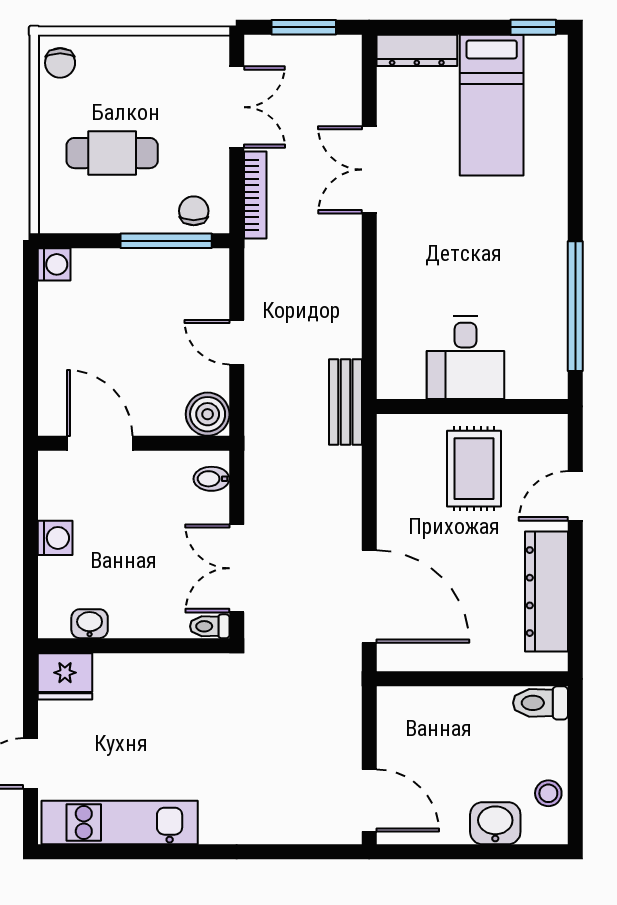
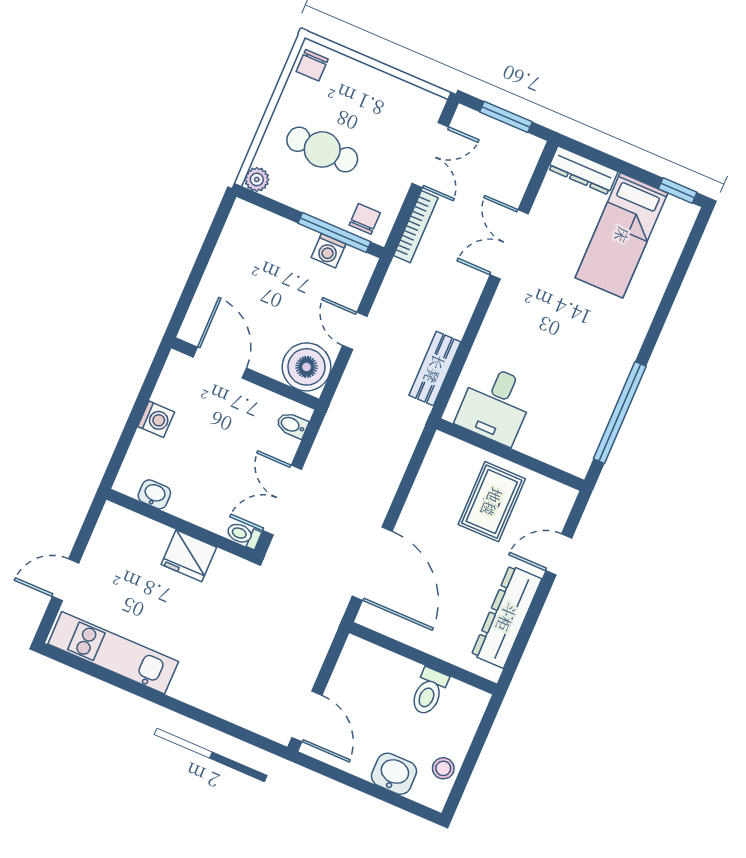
plant: (53, 219) -> (257, 179), added
washing machine: (54, 264) -> (329, 251), moved, turned 90
desk: (465, 357) -> (495, 405), moved
bench: (345, 402) -> (435, 369), moved
boiler: (208, 414) -> (306, 367), width x1.37, depth x1.37
fridge: (65, 676) -> (189, 556), moved
toilet: (540, 703) -> (429, 692), moved, turned -90

